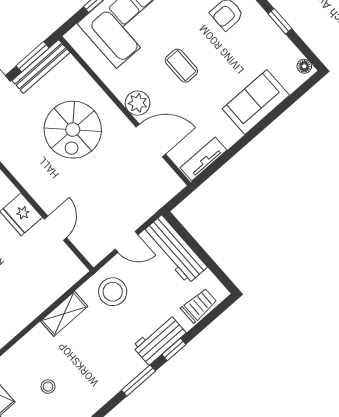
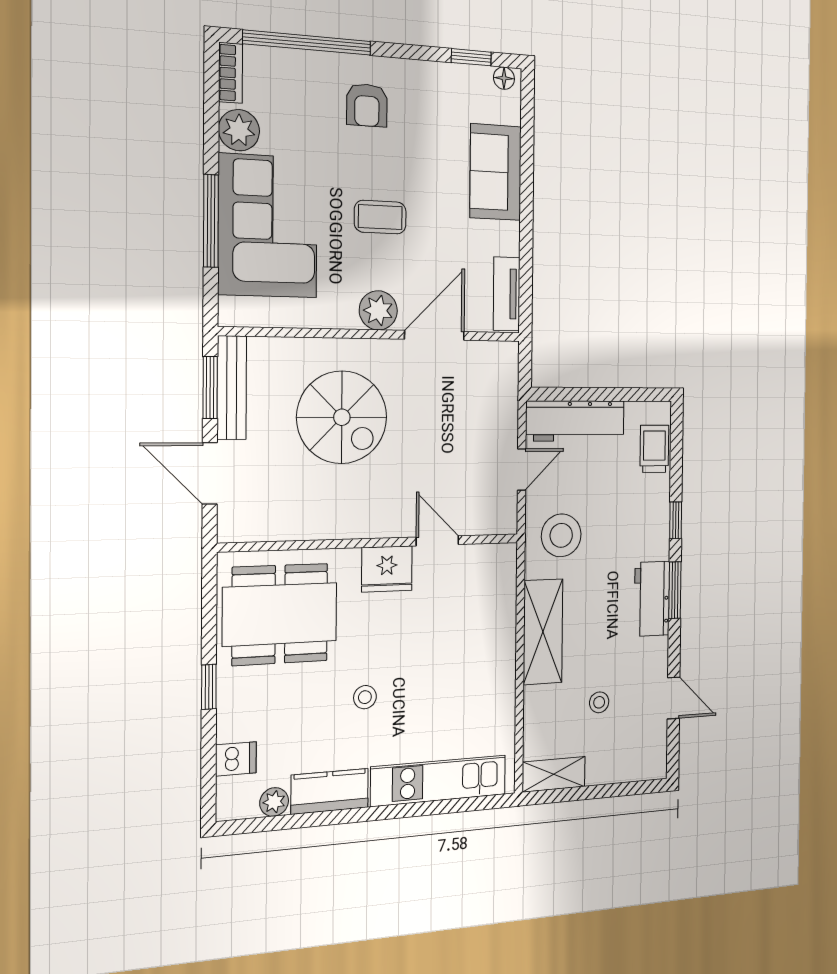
window: (280, 21) -> (471, 57), moved
shelving: (64, 314) -> (543, 632), width x1.50, depth x1.33
workbench: (159, 340) -> (652, 599), moved

